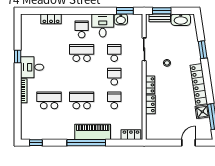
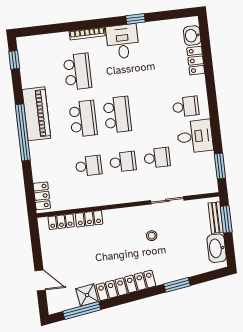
washbasin: (121, 19) -> (192, 36), moved
school desk: (82, 53) -> (117, 115), moved
locker: (150, 85) -> (61, 222), moved
piano: (93, 132) -> (36, 114), moved

